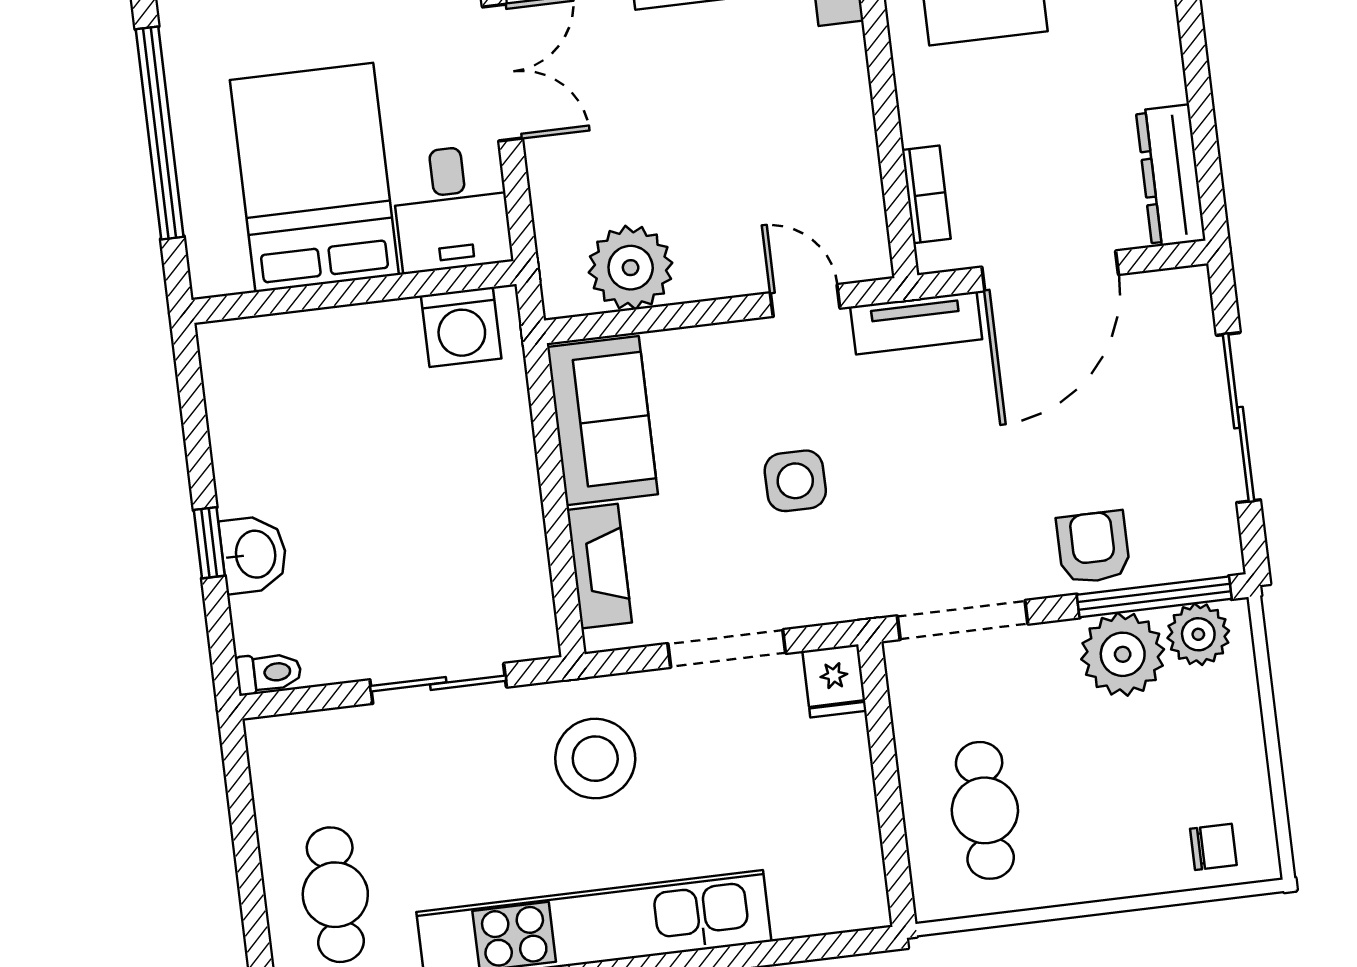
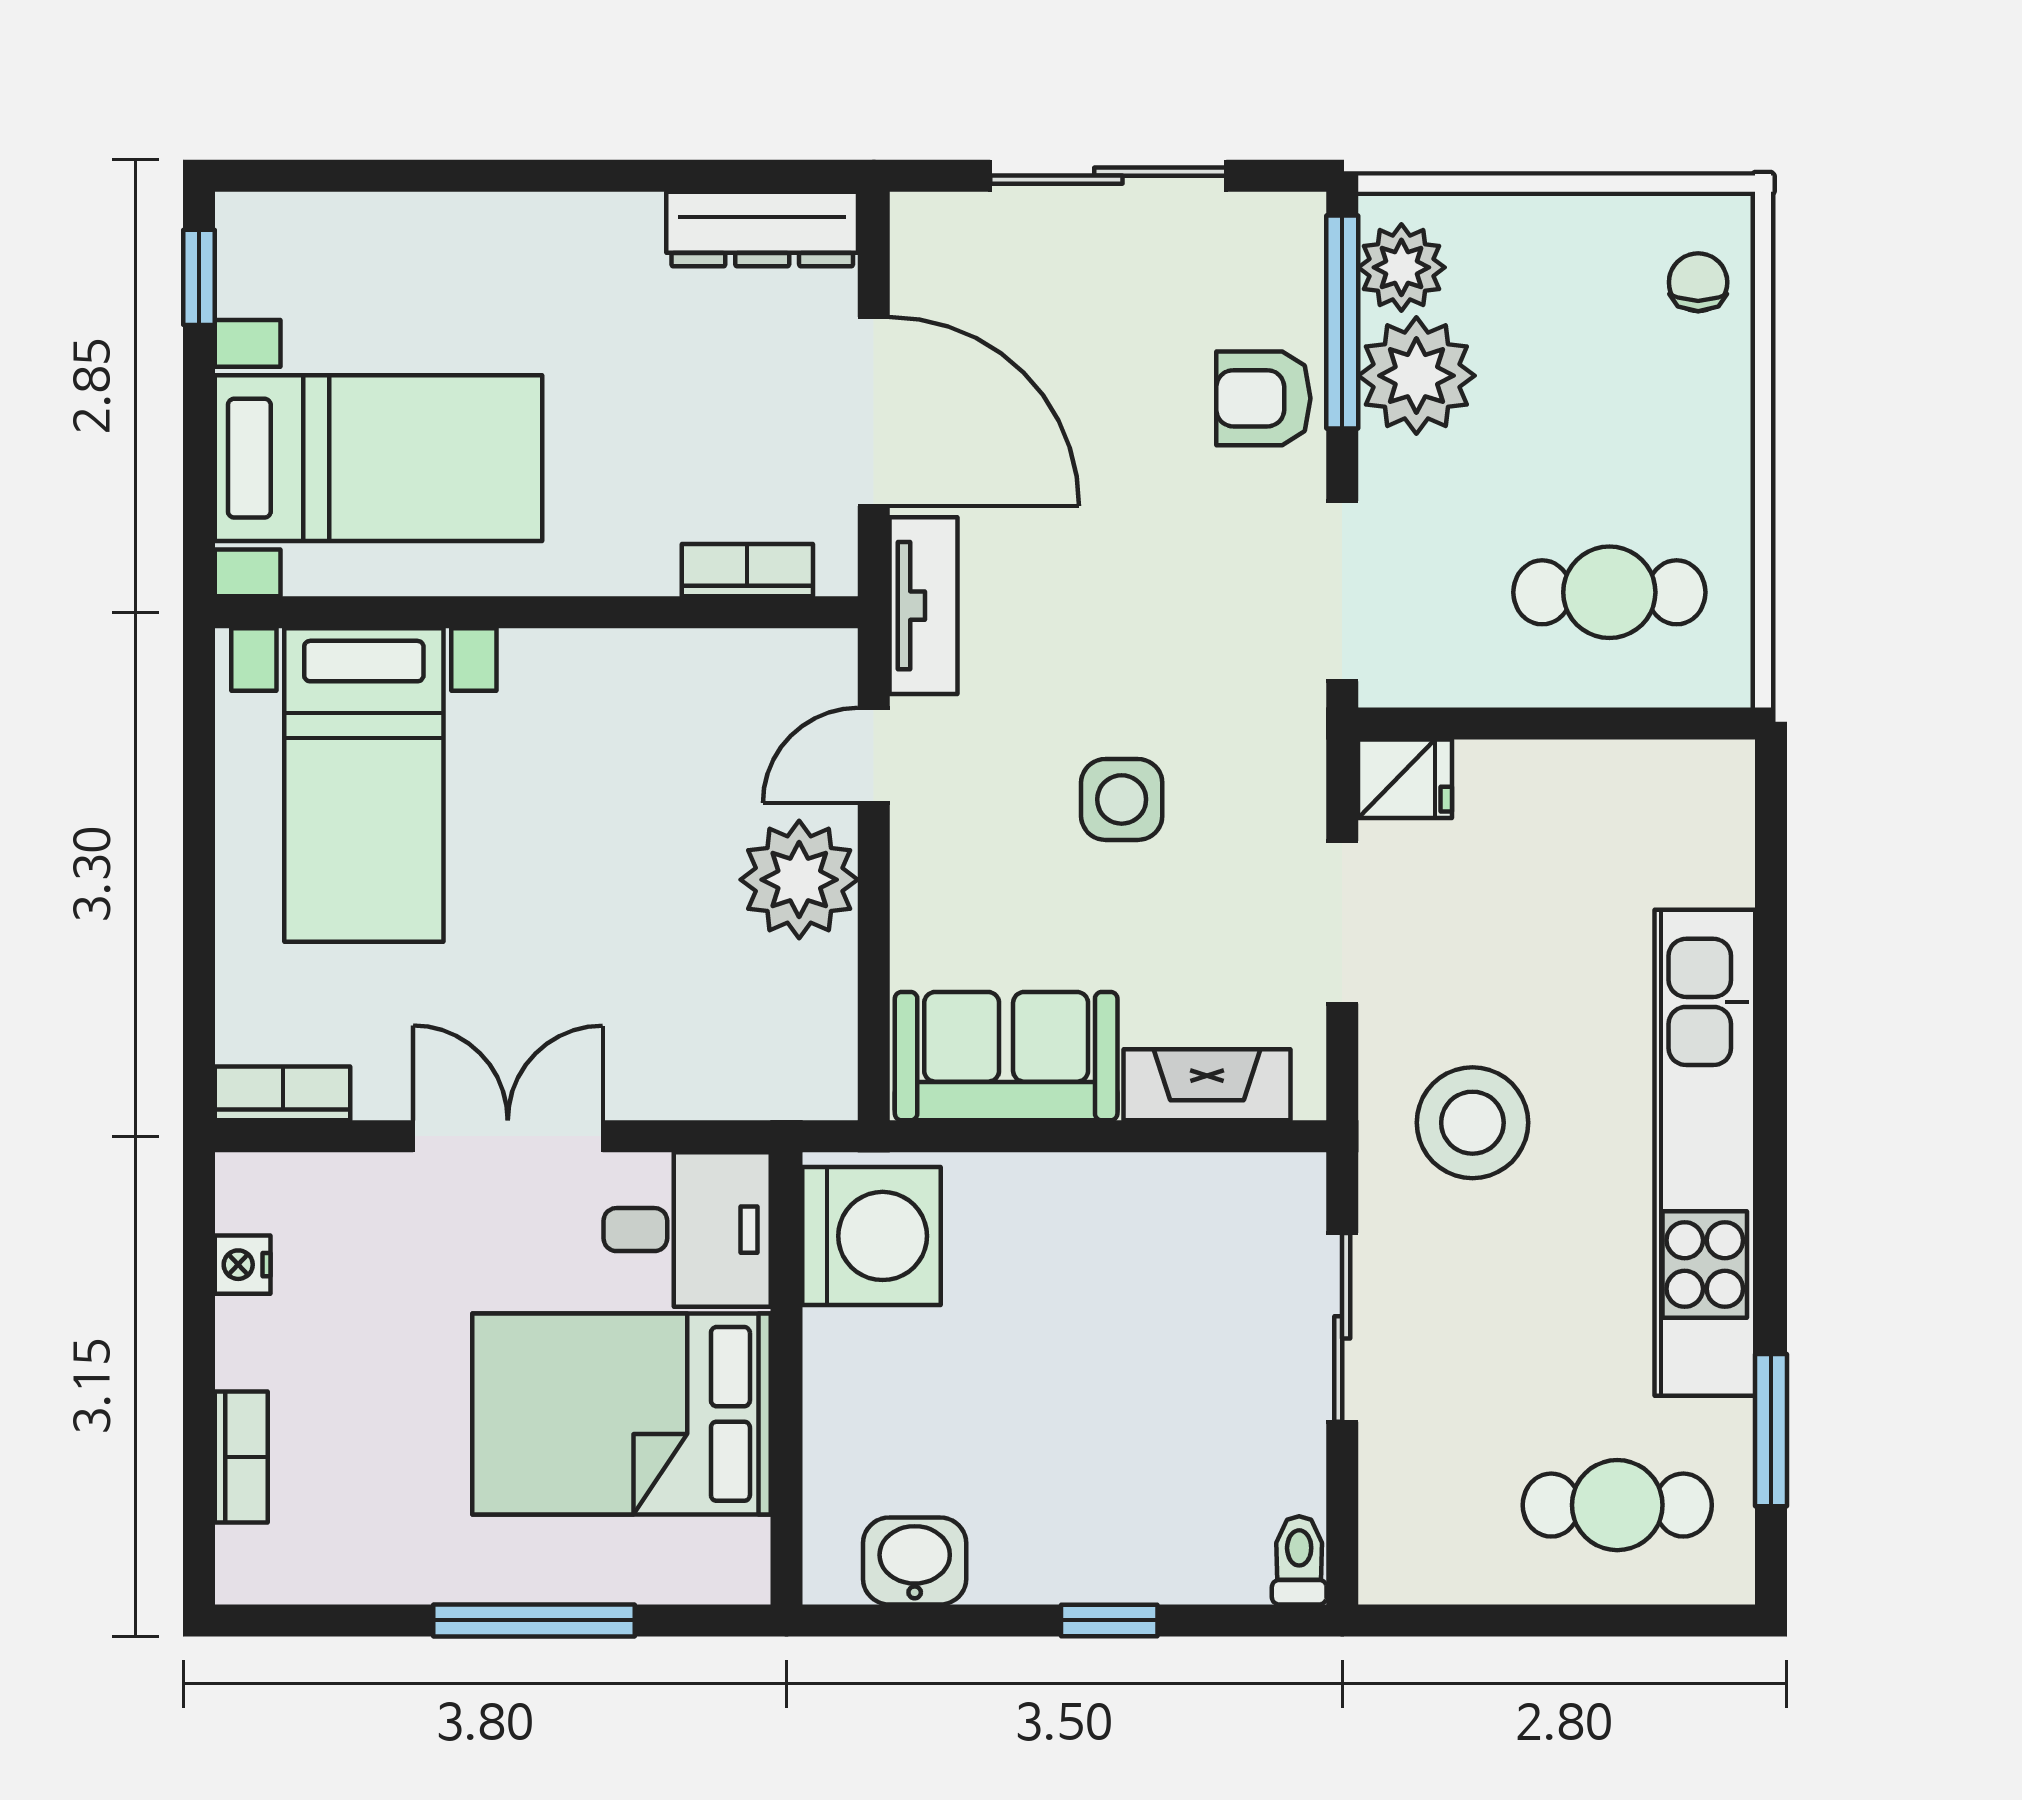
window: (160, 133) -> (534, 1620), width x0.68
plant: (631, 268) -> (799, 880), moved
washing machine: (461, 327) -> (872, 1236), width x1.37, depth x1.37
washbasin: (254, 554) -> (915, 1561), moved

